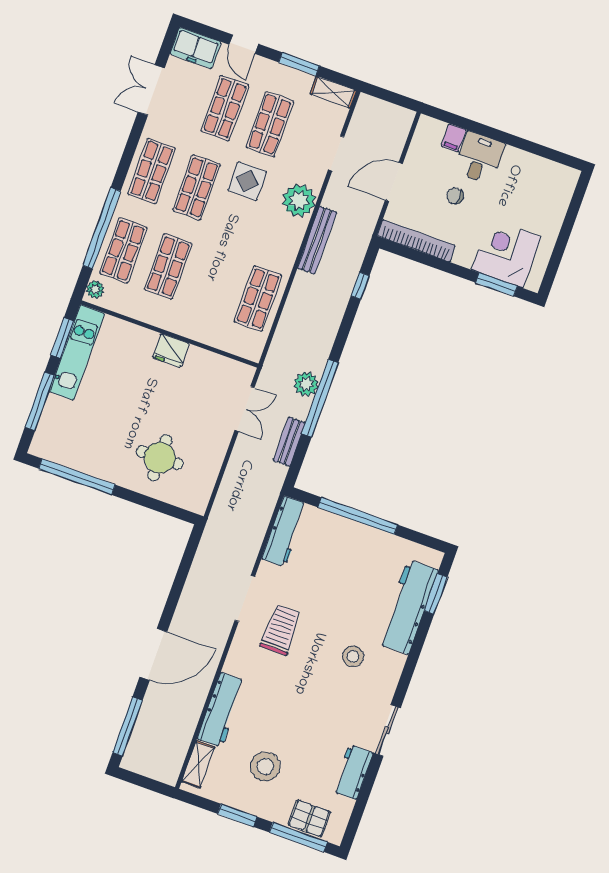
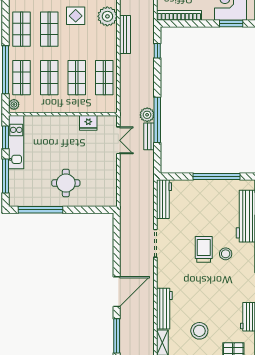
shop shelf: (213, 282) -> (77, 78), added
fridge: (171, 351) -> (88, 123), moved
bench: (289, 442) -> (149, 136), moved
round table: (160, 458) -> (66, 183), moved
window: (358, 516) -> (217, 177), moved
trolley: (281, 630) -> (204, 249), moved

